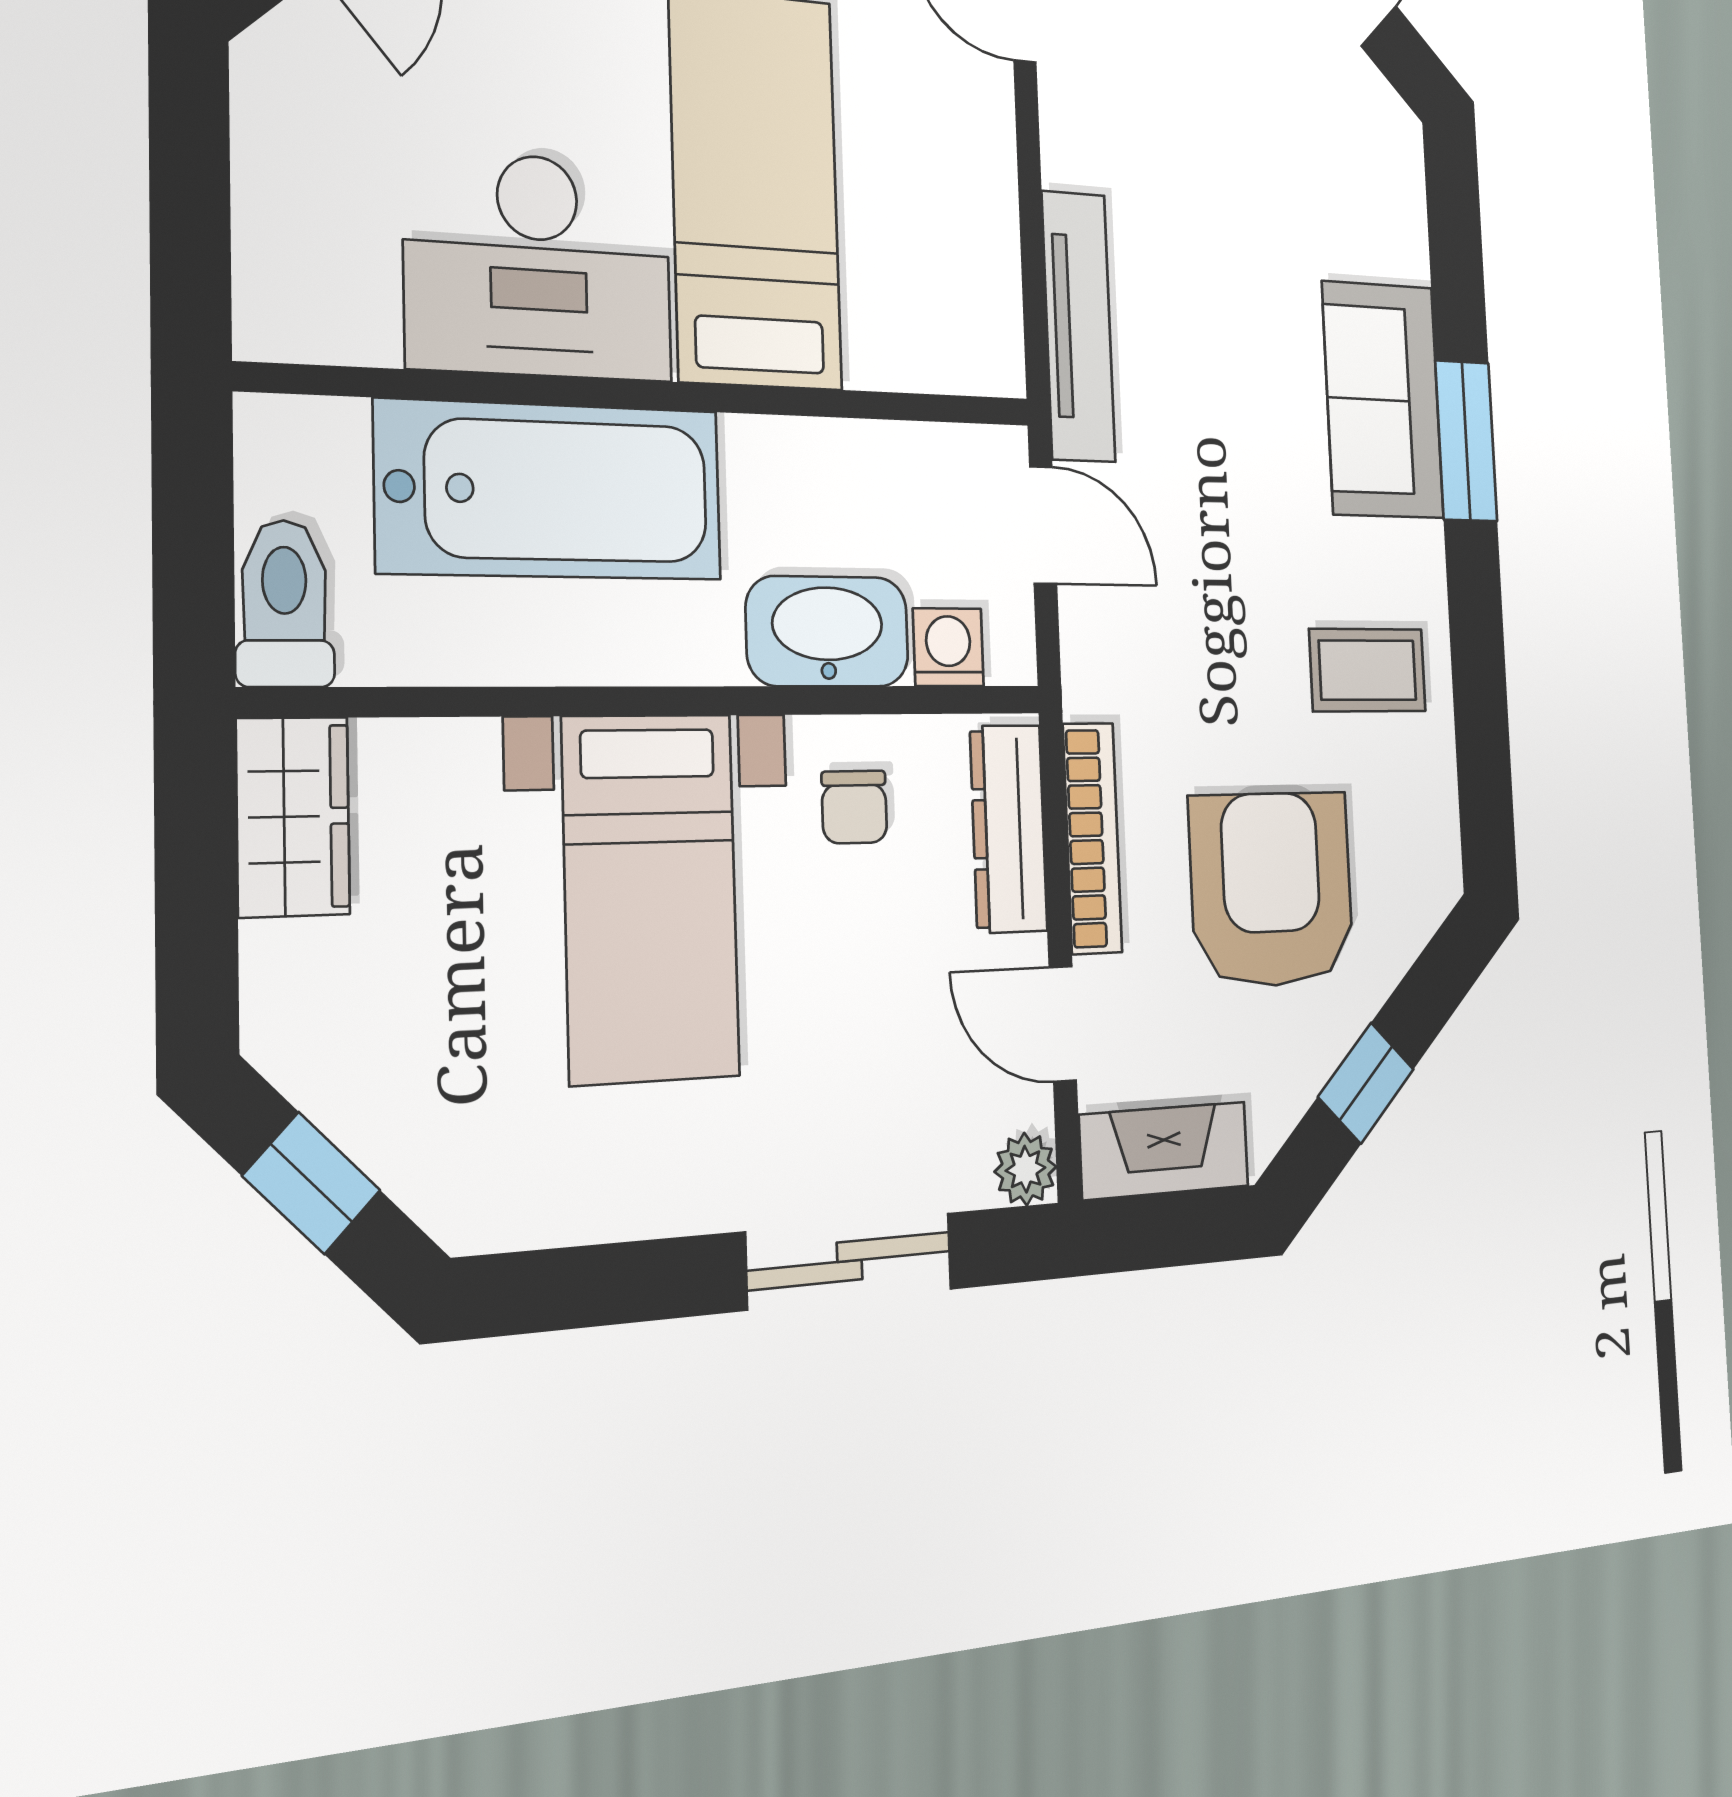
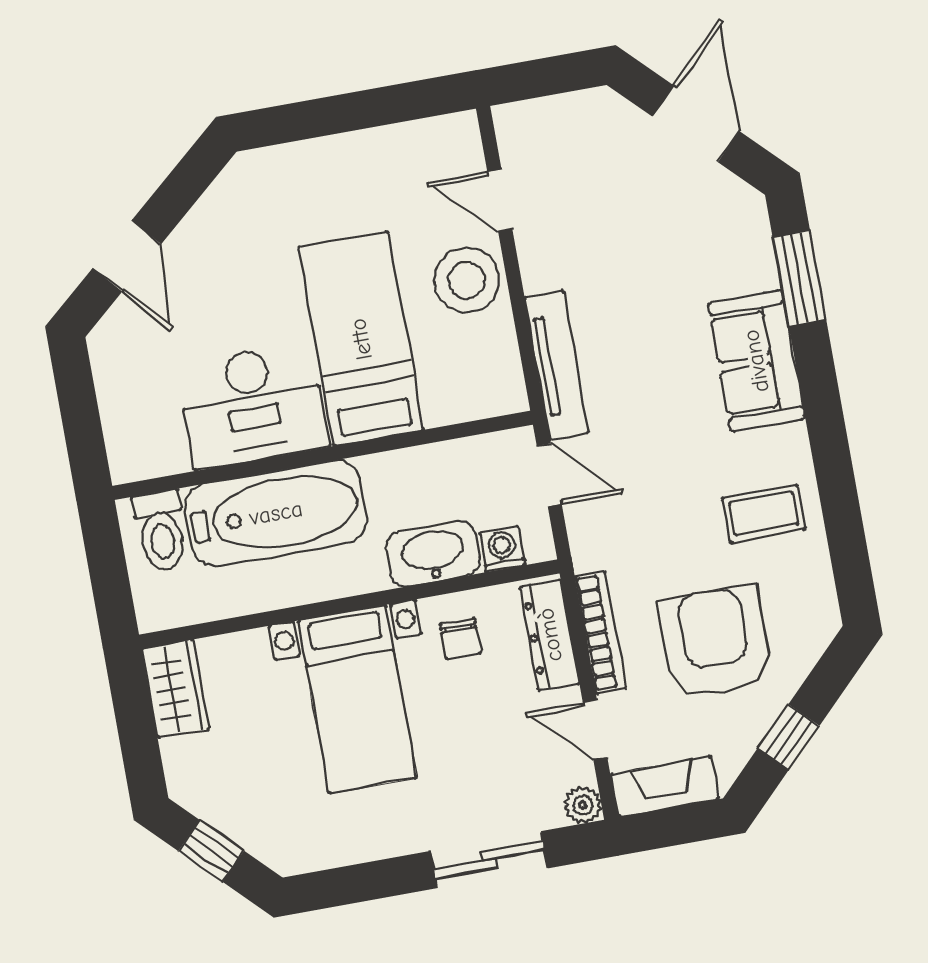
stool: (951, 132) -> (467, 280), added
window: (1466, 441) -> (799, 278), moved
toilet: (284, 604) -> (161, 531), moved, turned 180

